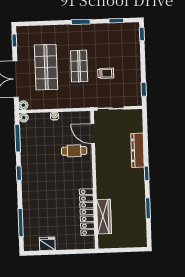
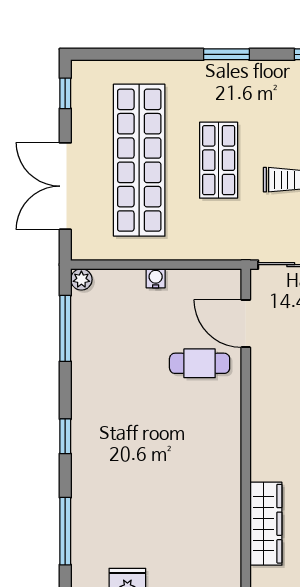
shop shelf: (46, 67) -> (139, 160), width x1.40
plant: (23, 105) -> (82, 250), removed
window: (19, 173) -> (65, 436), moved
locker: (87, 212) -> (225, 511), removed

